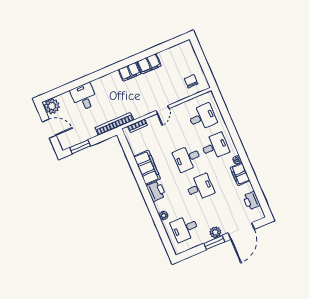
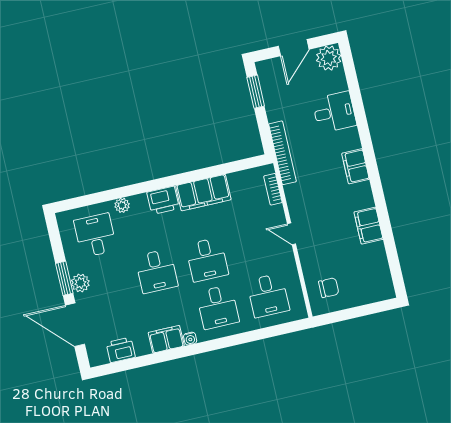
filing cabinet: (130, 72) -> (356, 166), moved
desk: (187, 158) -> (207, 260), turned 180

